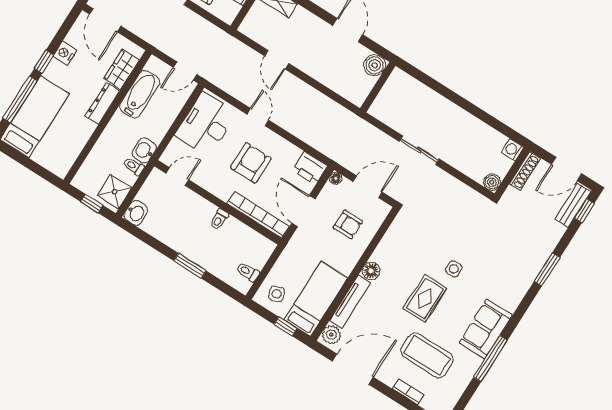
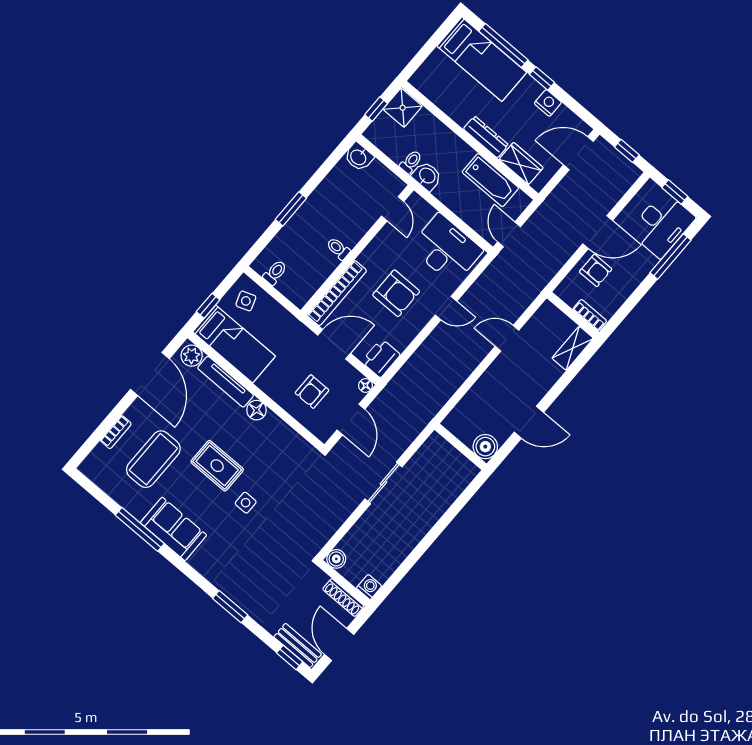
shower: (115, 192) -> (403, 108), moved

